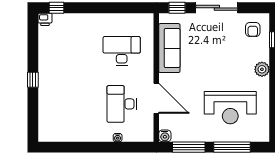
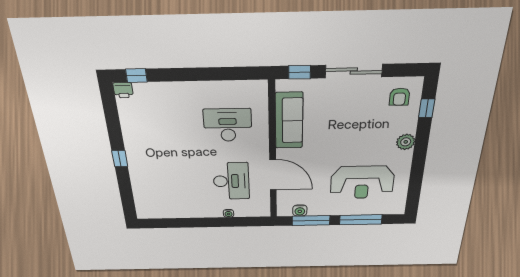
desk: (122, 104) -> (231, 181), turned 180
water cooler: (165, 136) -> (300, 210), moved

